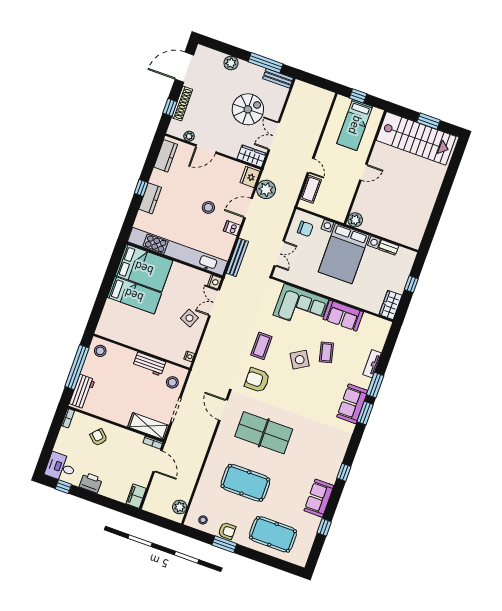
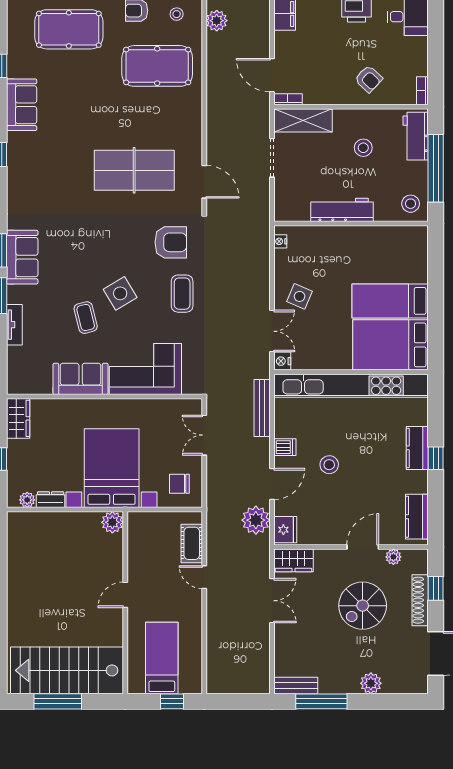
spiral stairs: (248, 109) -> (363, 606), moved
window: (429, 121) -> (58, 701), width x1.44
plant: (403, 253) -> (27, 500), added
workbench: (149, 364) -> (342, 210), width x1.37
stool: (172, 382) -> (363, 148), moved
pool table: (245, 483) -> (157, 66), moved

